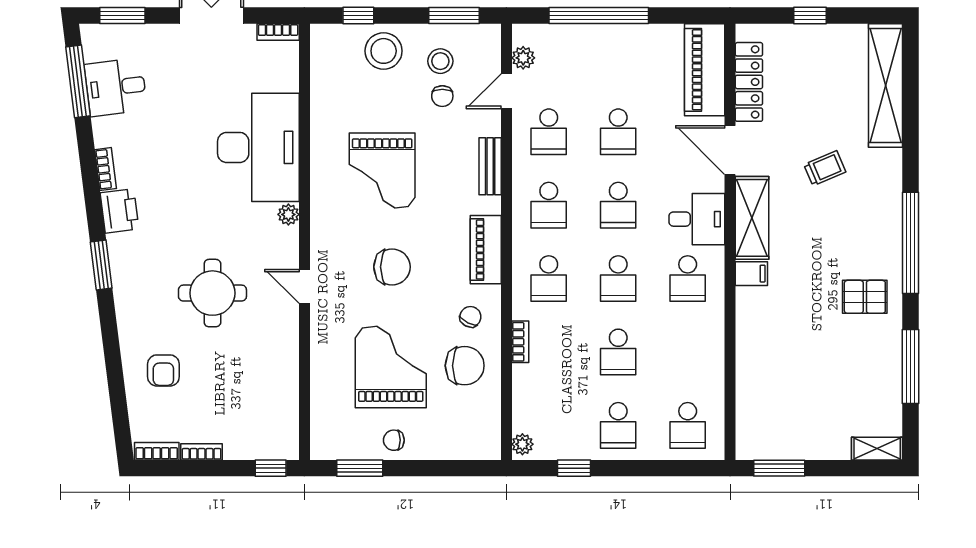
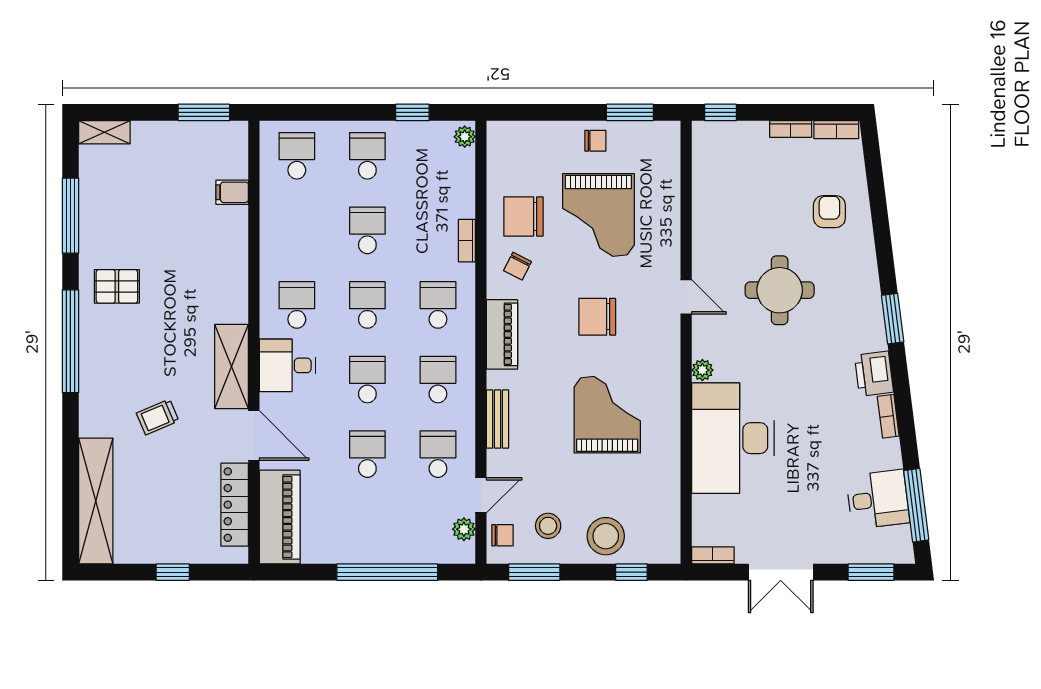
chair: (442, 96) -> (503, 535), moved, turned 90
filing cabinet: (751, 274) -> (232, 192), moved

